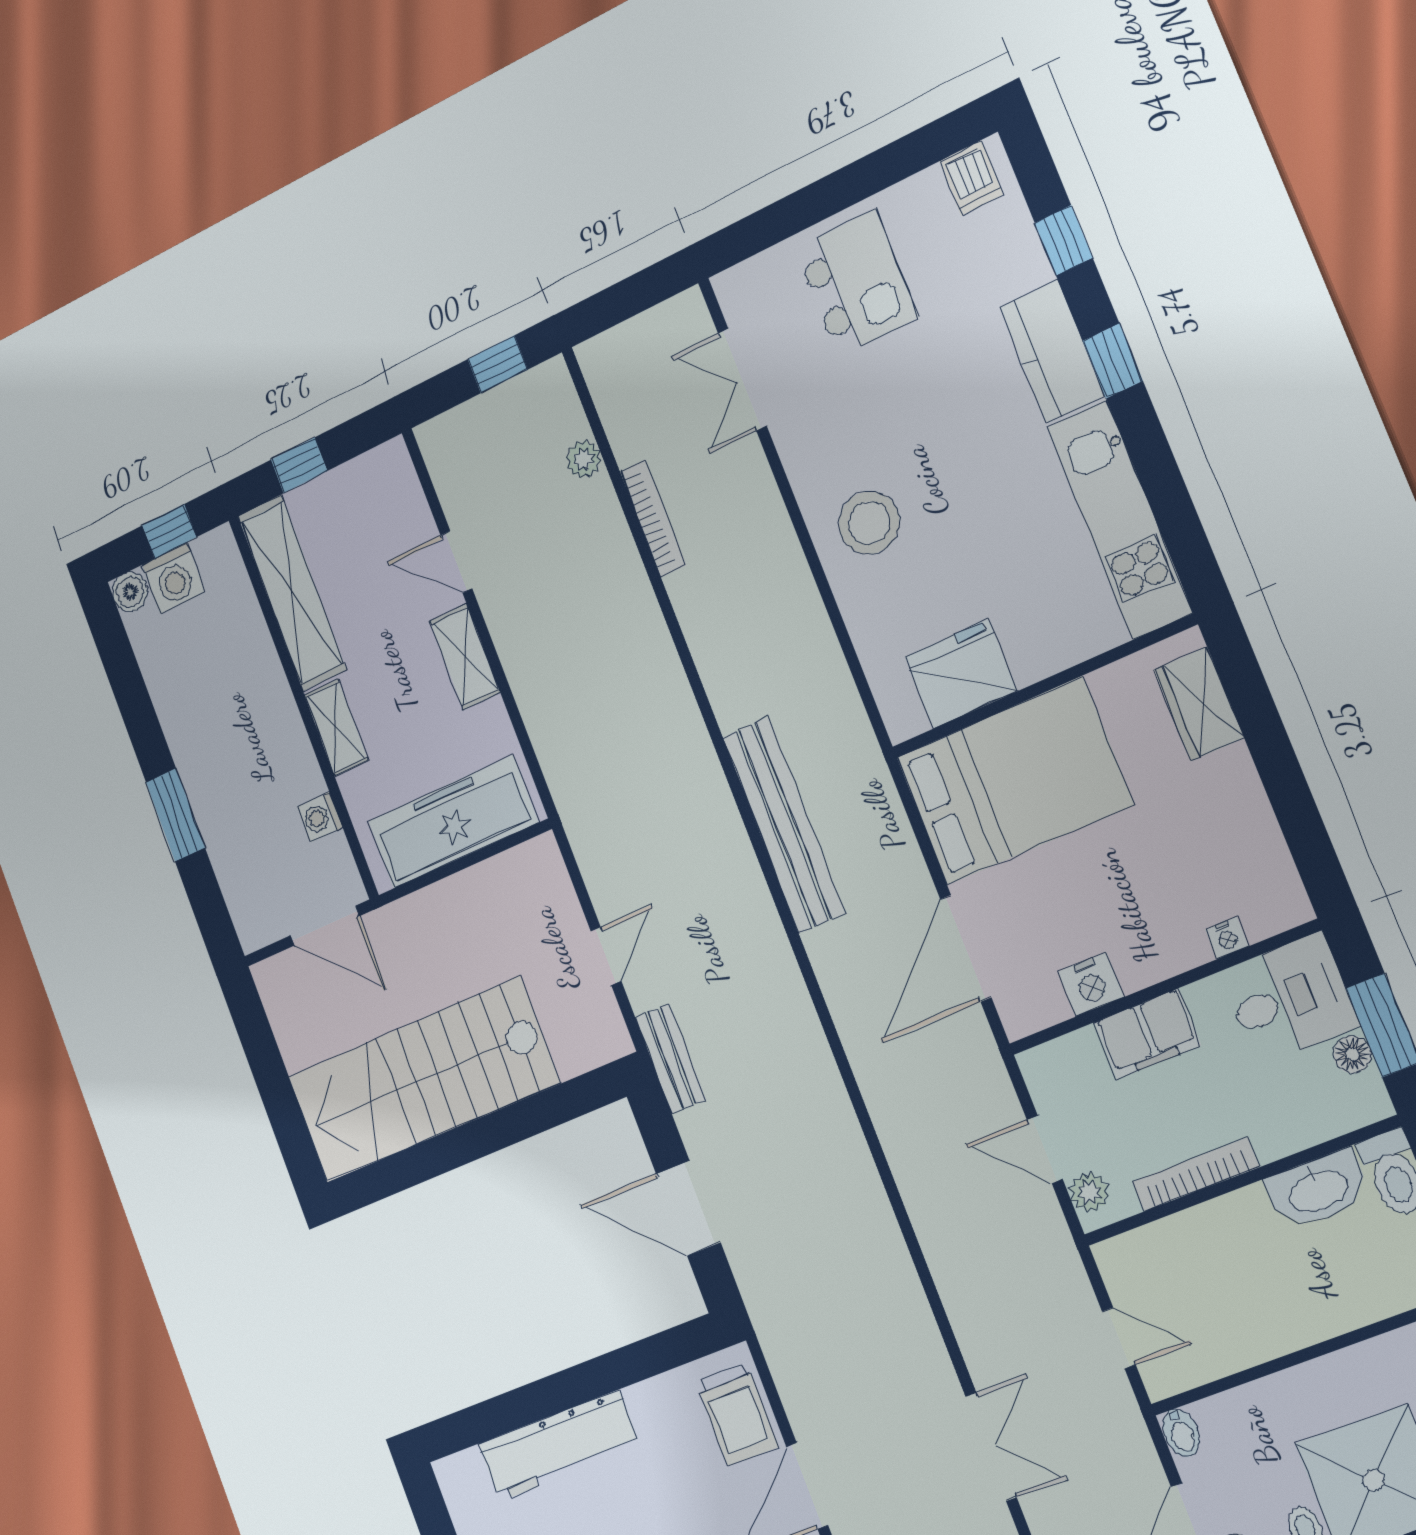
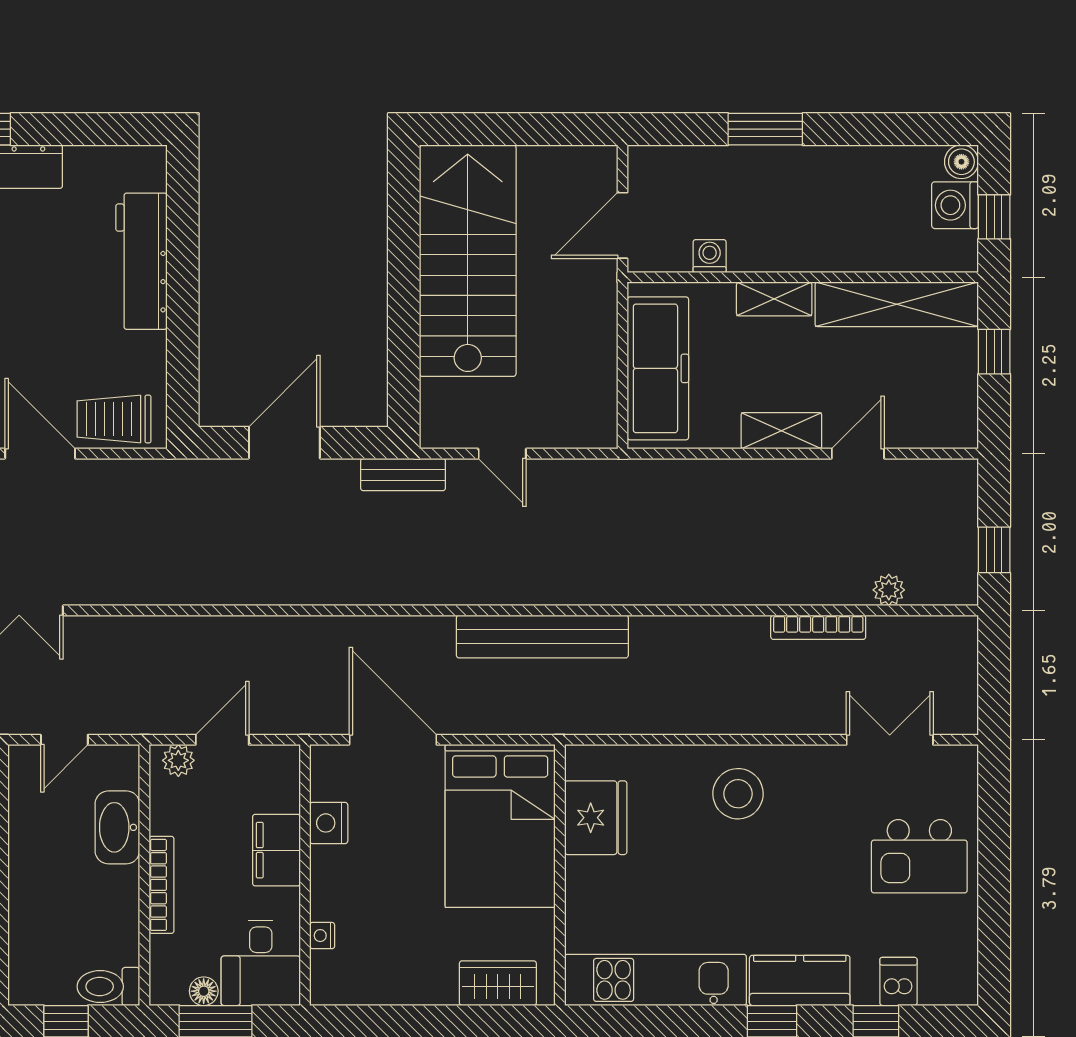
dishwasher: (971, 178) -> (898, 981), moved, turned 90
bookcase: (1196, 1174) -> (161, 885), moved
washbasin: (1318, 1190) -> (117, 827), moved

